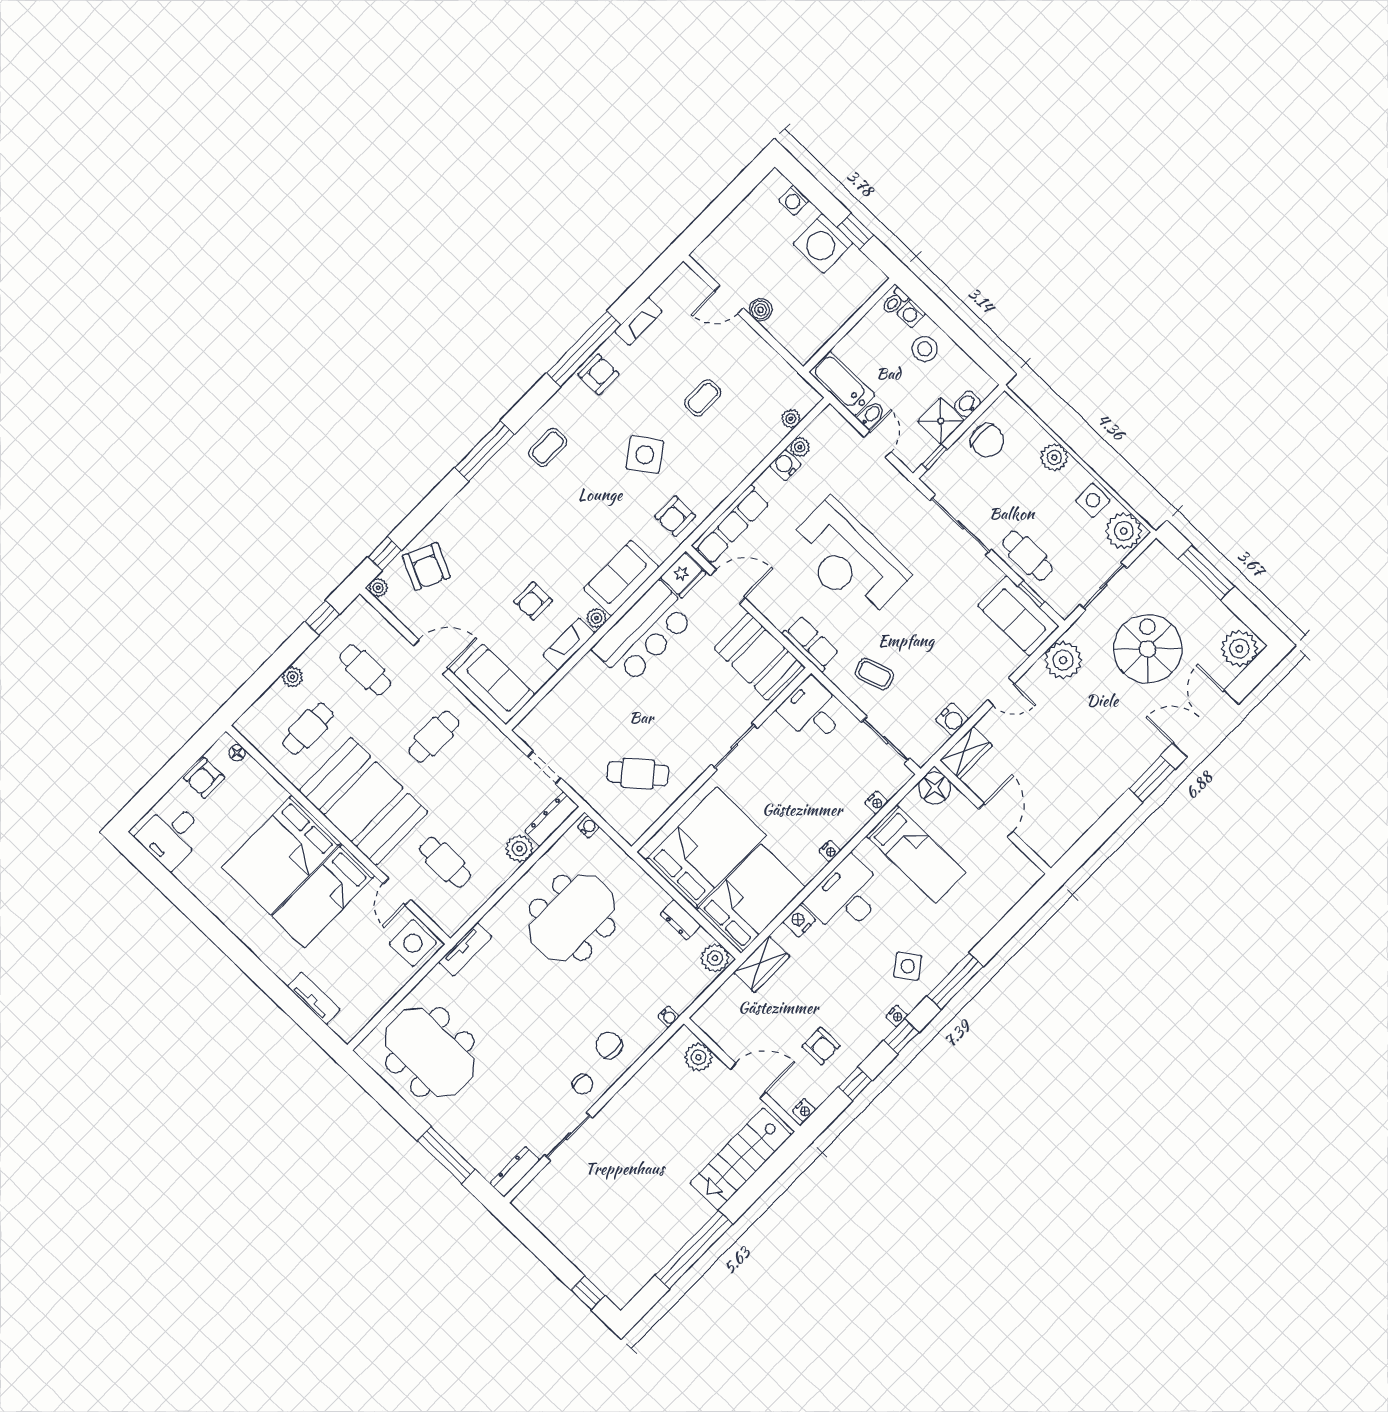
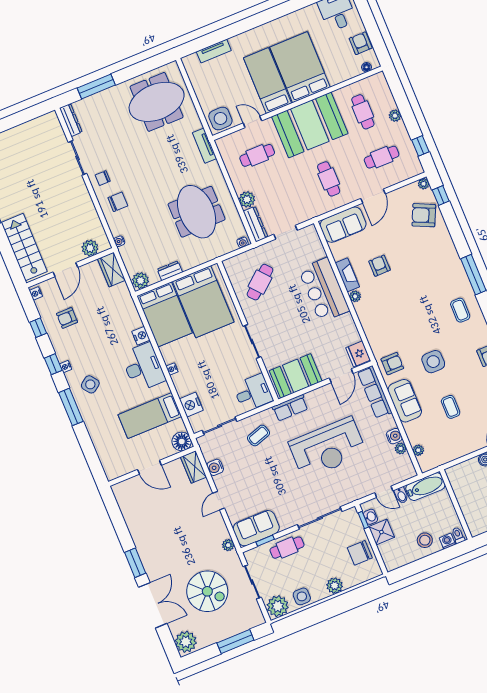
washbasin: (967, 404) -> (371, 517), moved
side table: (645, 455) -> (433, 362), turned 35
armchair: (675, 516) -> (392, 364), turned 90
reception desk: (848, 560) -> (328, 448), turned 180
sofa: (621, 578) -> (405, 401), moved
bar counter: (644, 633) -> (324, 290), moved
plant: (1063, 660) -> (228, 545), width x0.53, depth x0.53
nightstand: (876, 803) -> (191, 405), width x1.89, depth x1.79
wardrobe: (762, 964) -> (111, 270), moved

